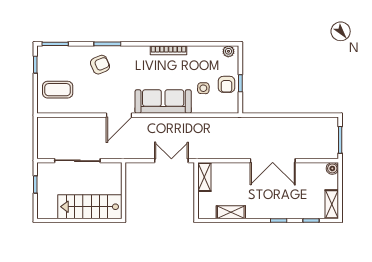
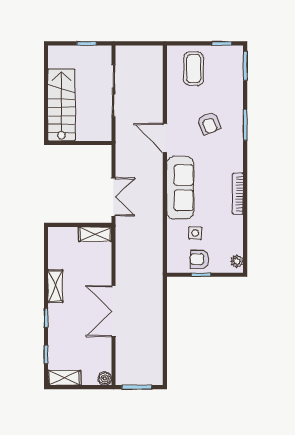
armchair: (100, 65) -> (209, 123), moved
shelving: (231, 212) -> (55, 286), moved

